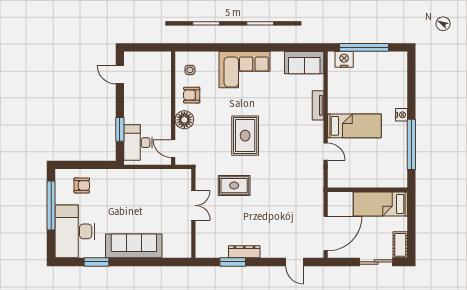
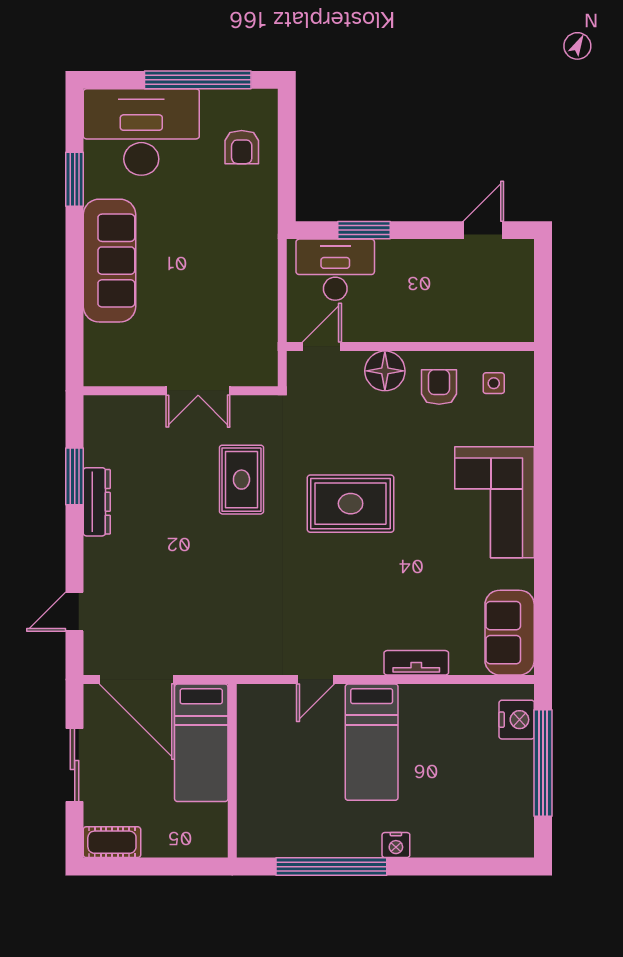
bed: (380, 204) -> (201, 743), moved, turned 180
sliding door: (376, 262) -> (75, 765), moved

